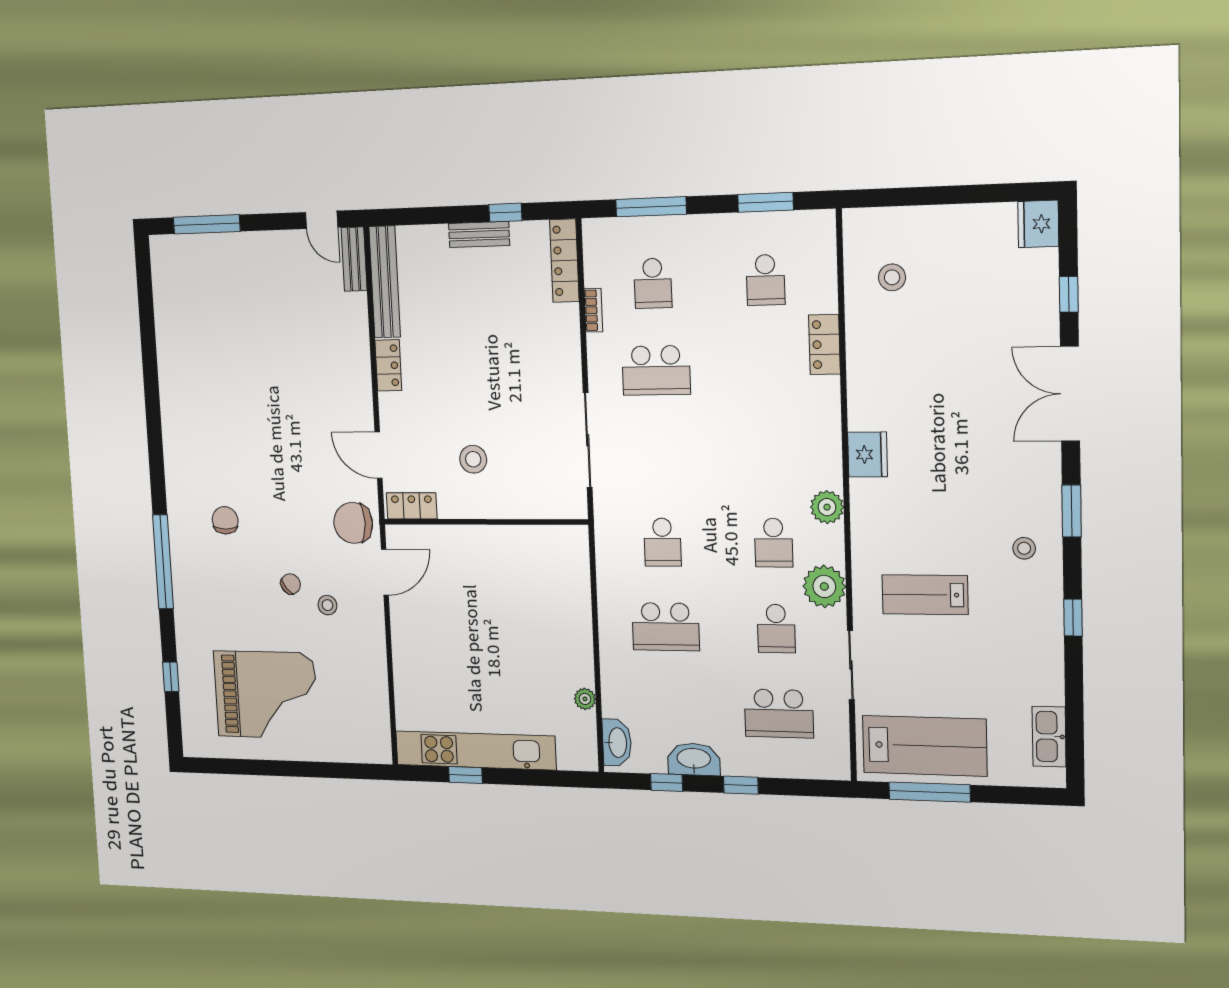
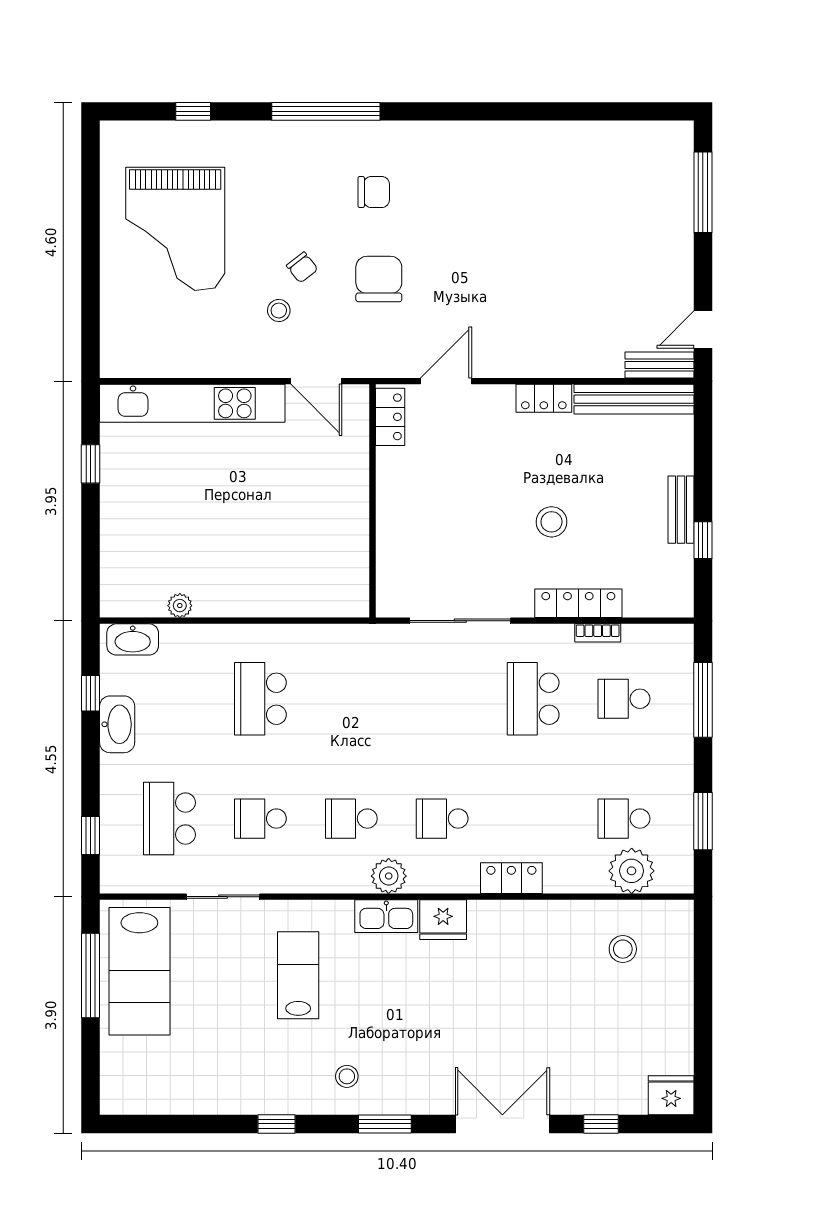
locker: (564, 261) -> (578, 603), moved
locker: (824, 344) -> (511, 878), moved
stool: (473, 459) -> (551, 522), moved
chair: (353, 523) -> (379, 279), moved
school desk: (662, 542) -> (442, 819), moved
plant: (824, 586) -> (632, 871), moved
kitchen sink: (1049, 737) -> (386, 916), moved, turned 180
kitchen unit: (475, 750) -> (192, 403), moved, turned 90
window: (741, 785) -> (91, 835), moved

